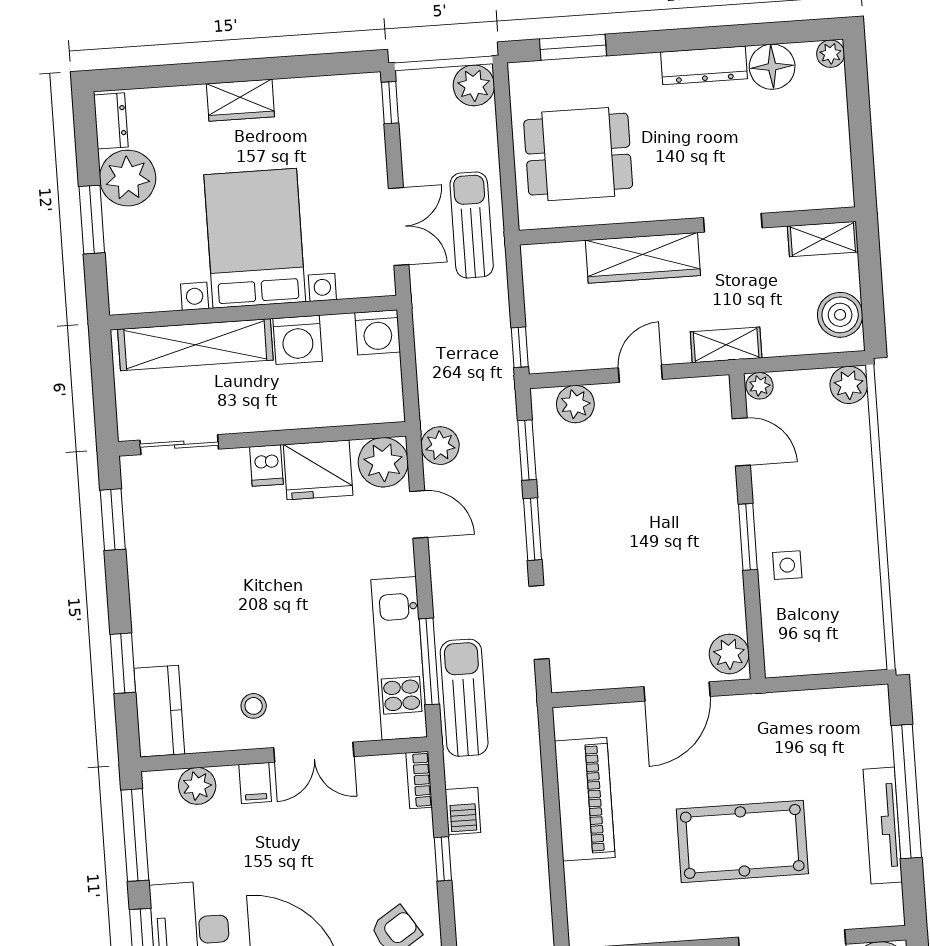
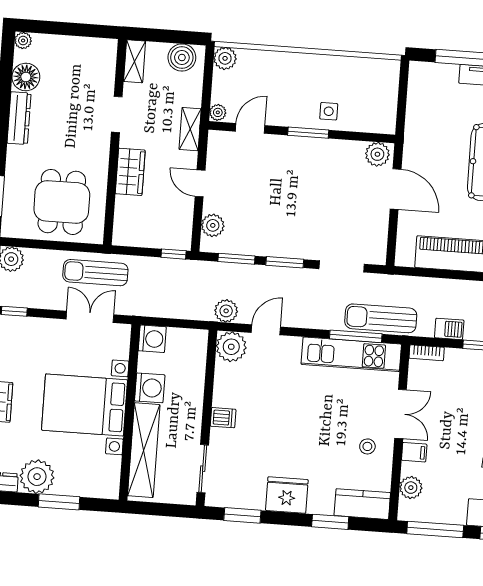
wardrobe: (643, 258) -> (130, 172), width x0.67
fridge: (318, 470) -> (287, 495), moved, turned -90

